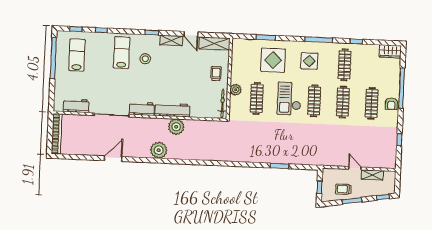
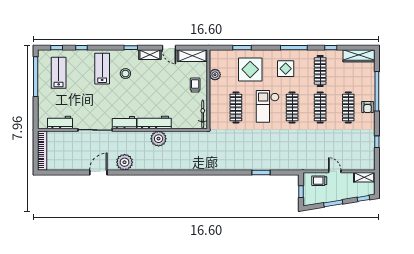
wardrobe: (390, 51) -> (359, 56), width x1.50
plant: (236, 90) -> (215, 75), moved
plant: (159, 150) -> (125, 162), moved
shelving: (372, 175) -> (364, 177), moved
trolley: (343, 189) -> (319, 181), moved

